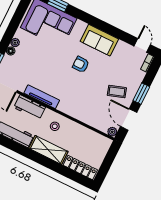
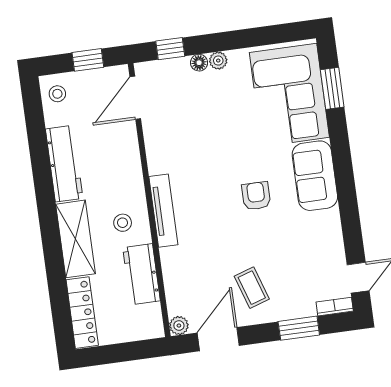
sofa: (99, 40) -> (315, 176), moved
window: (141, 94) -> (299, 328), moved
tv unit: (42, 97) -> (163, 211), moved
workbench: (30, 107) -> (141, 274), moved

